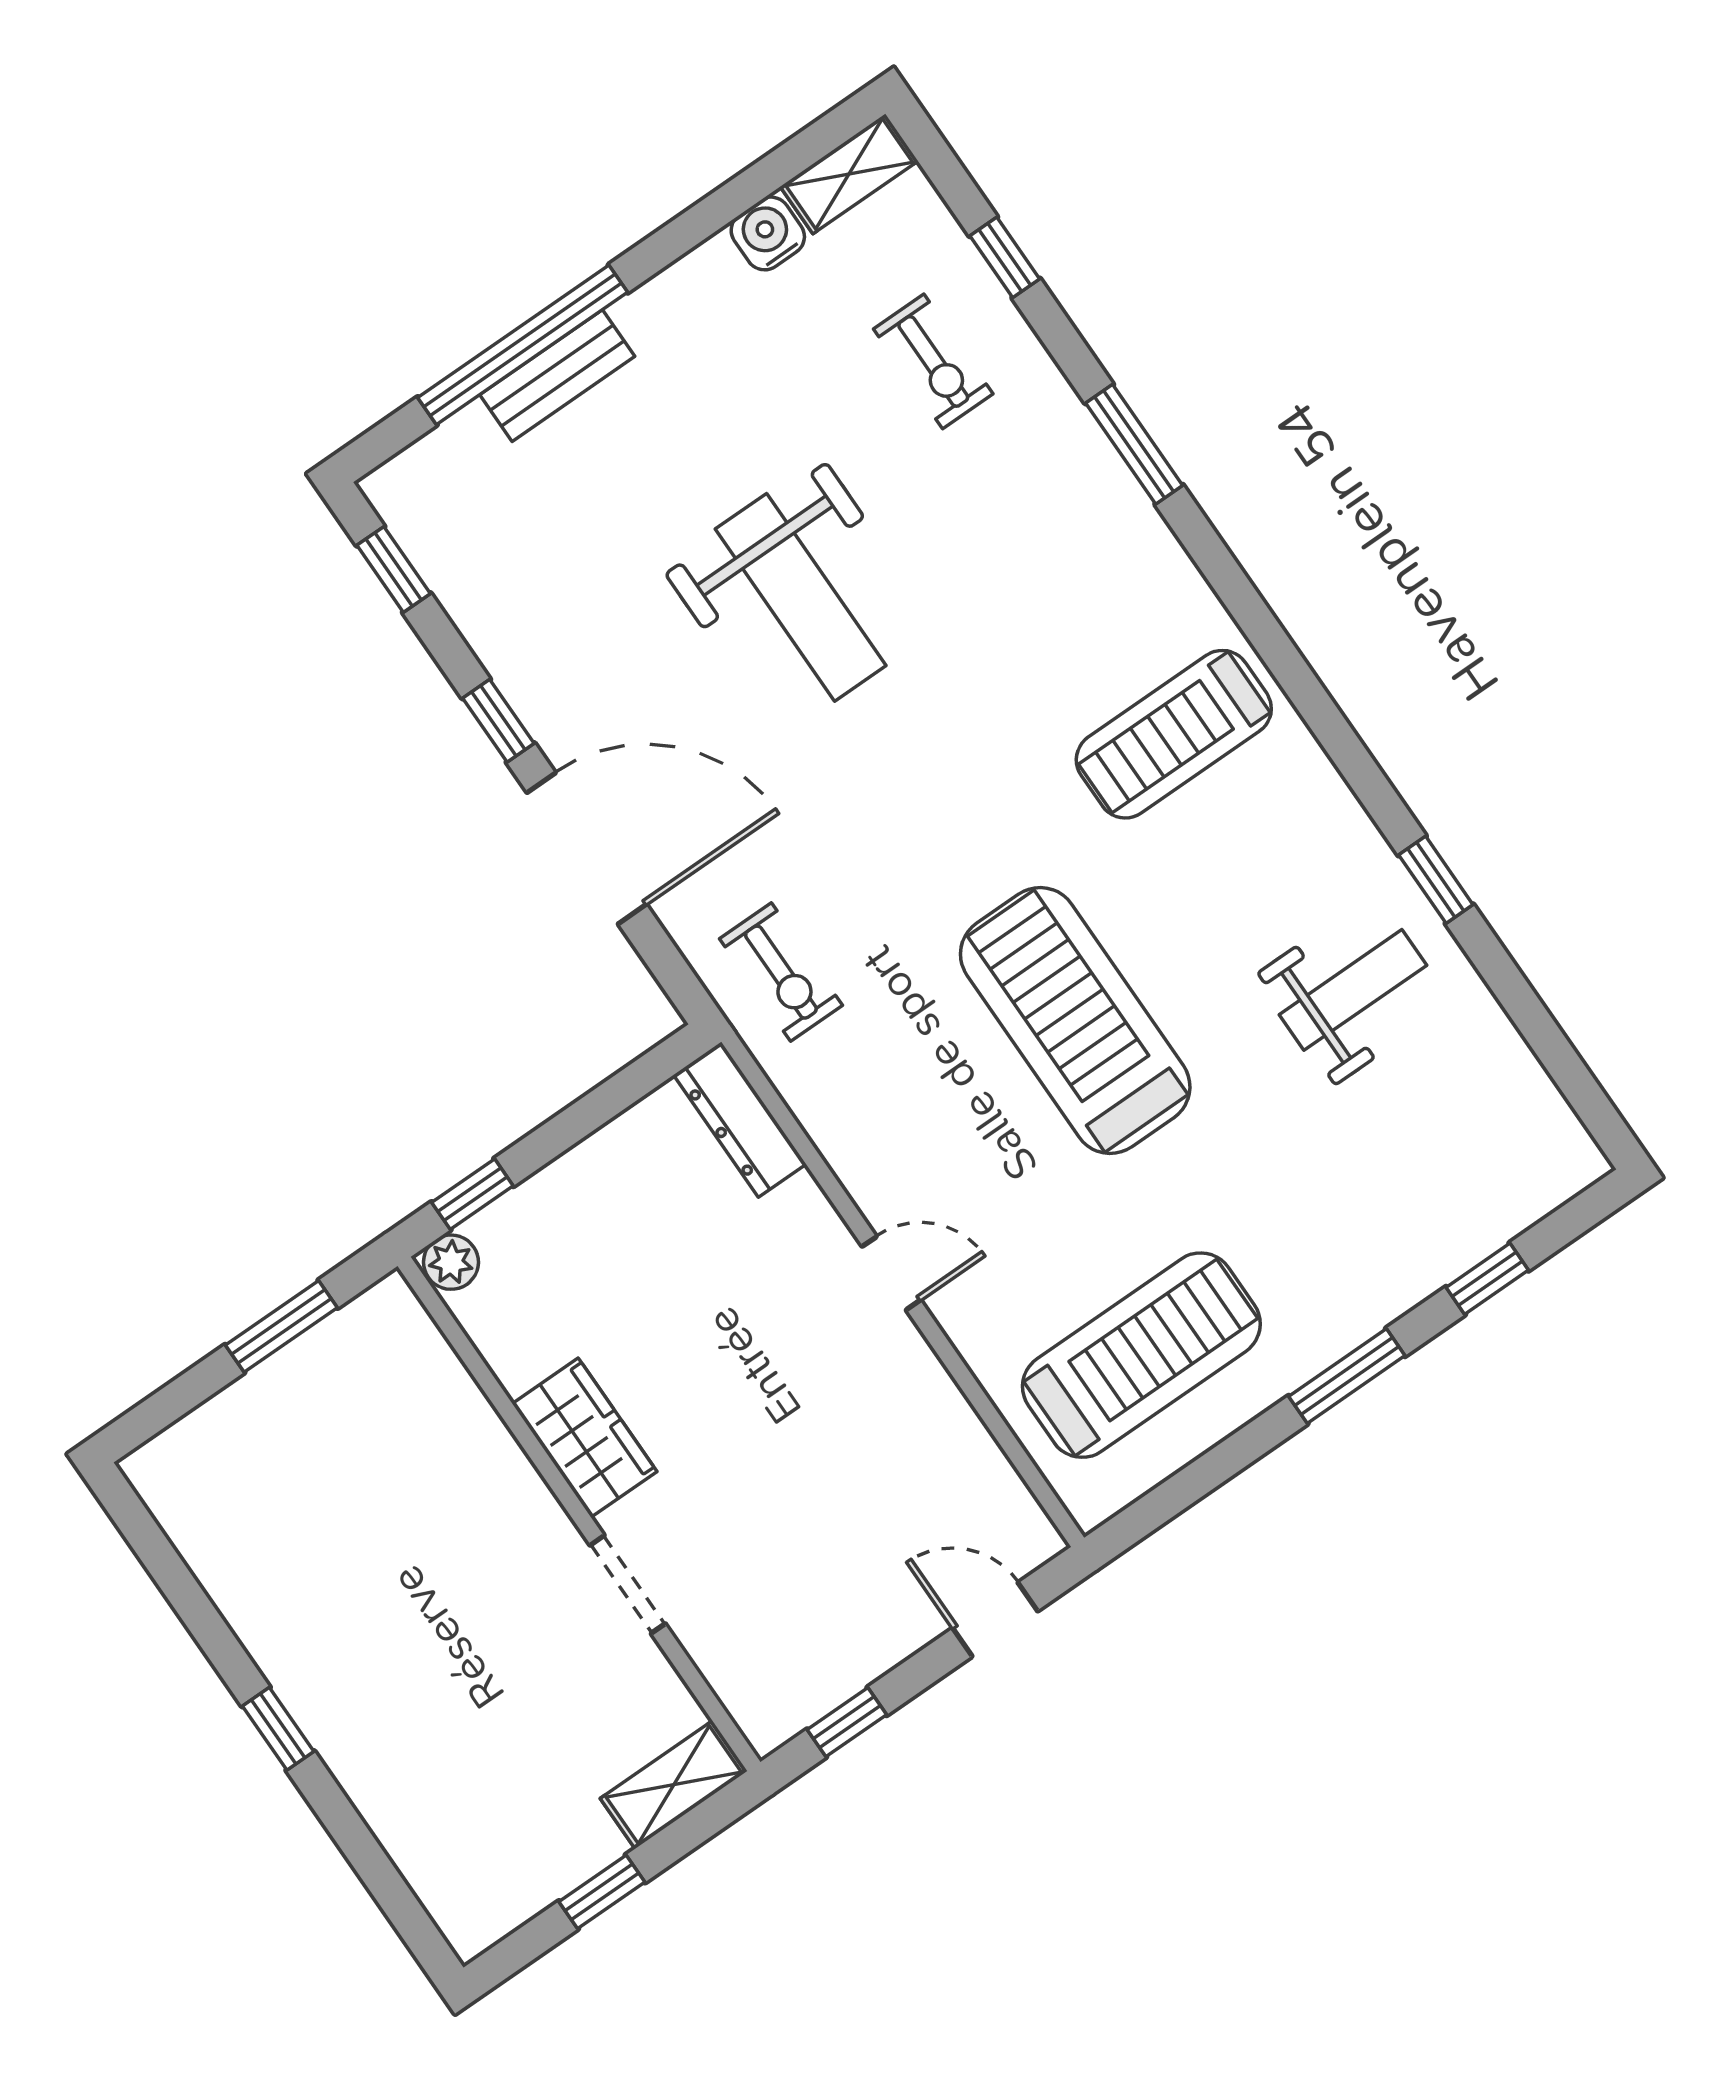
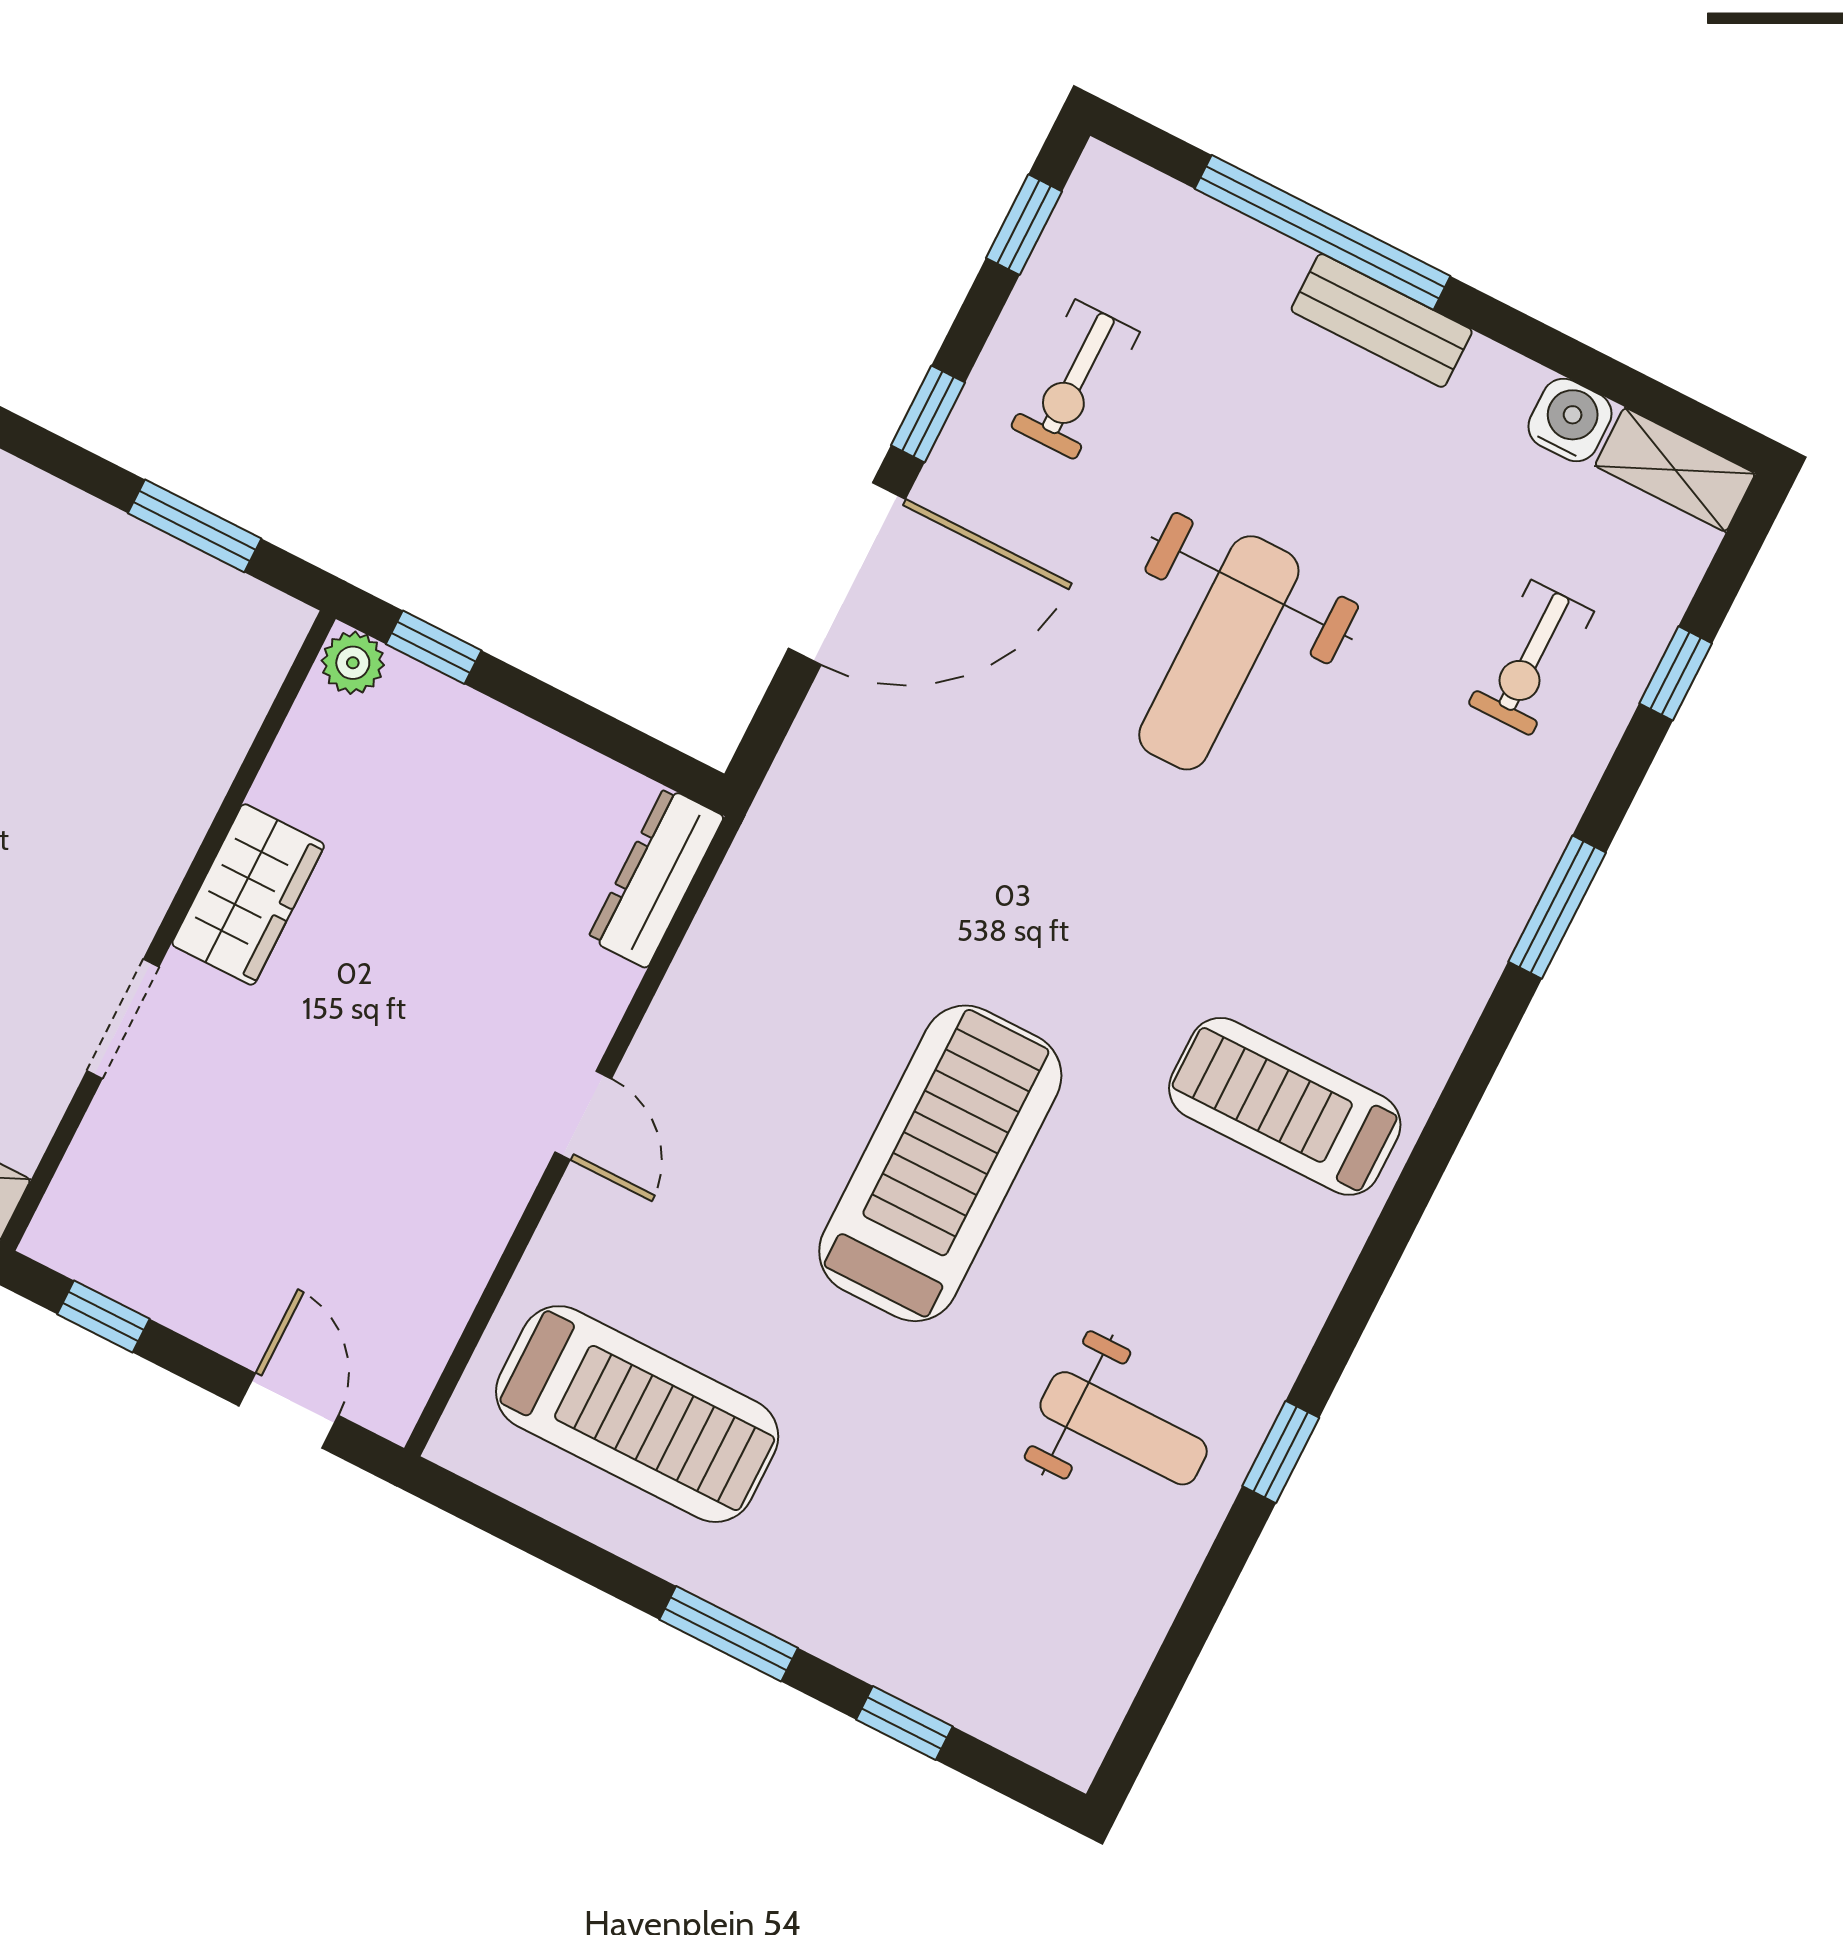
bench: (557, 376) -> (1382, 321), moved
door: (587, 848) -> (847, 574), hinge flipped
exercise bike: (781, 972) -> (1075, 380), moved

